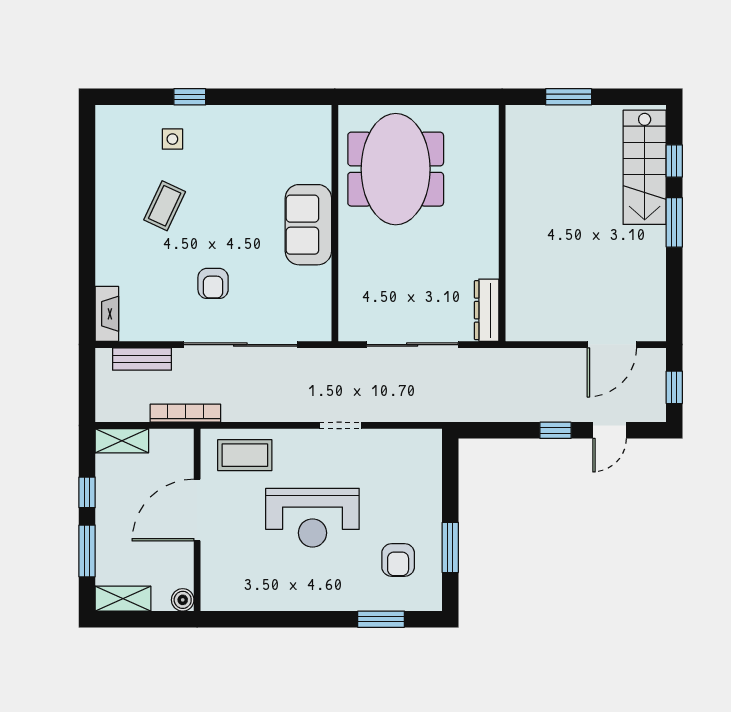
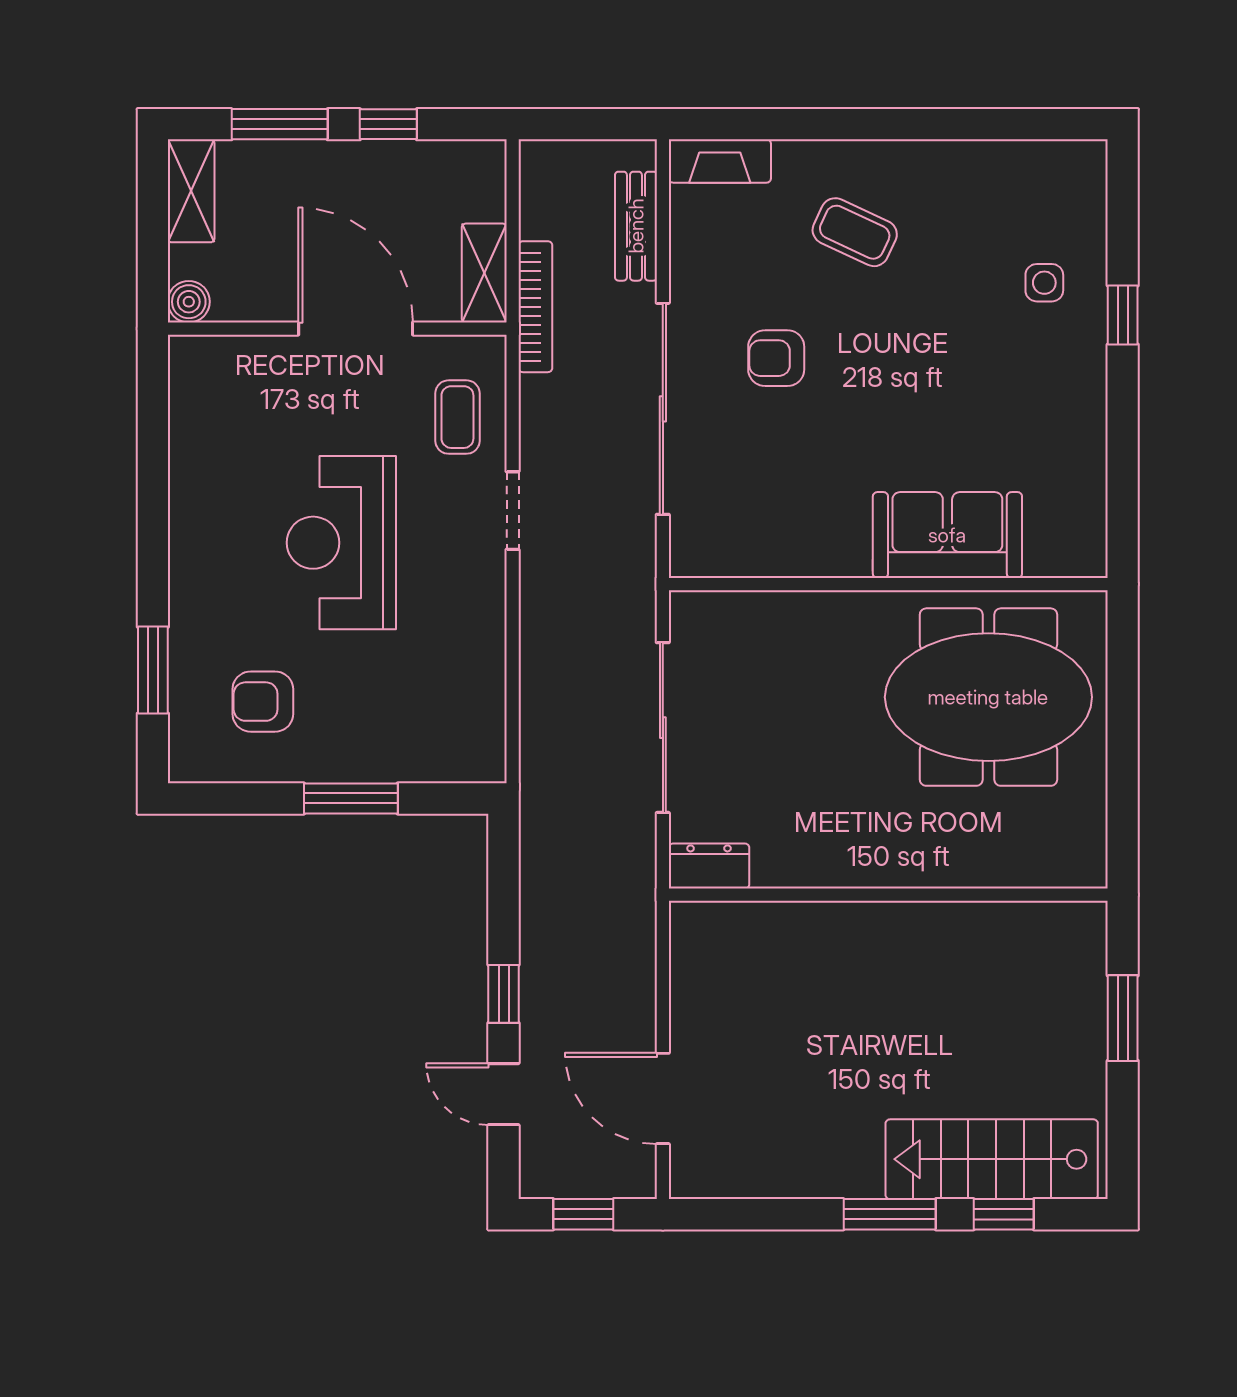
coffee table: (165, 206) -> (855, 232), moved
sofa: (308, 225) -> (947, 535), moved
dresser: (487, 310) -> (709, 866), width x0.70
doorway: (341, 425) -> (513, 511), moved
shelving: (122, 441) -> (484, 273), moved
coffee table: (245, 455) -> (457, 417), width x0.73, depth x0.77
window: (450, 547) -> (351, 798), moved

